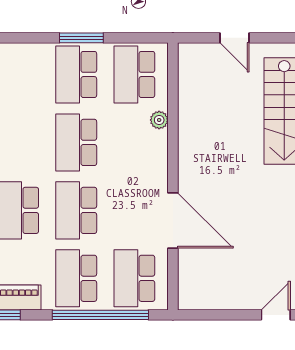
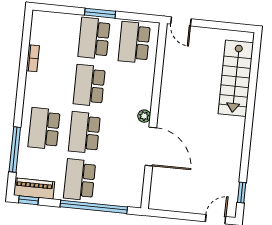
door: (235, 38) -> (181, 21), moved
plant: (159, 120) -> (144, 116), moved
school desk: (134, 278) -> (120, 184), removed

